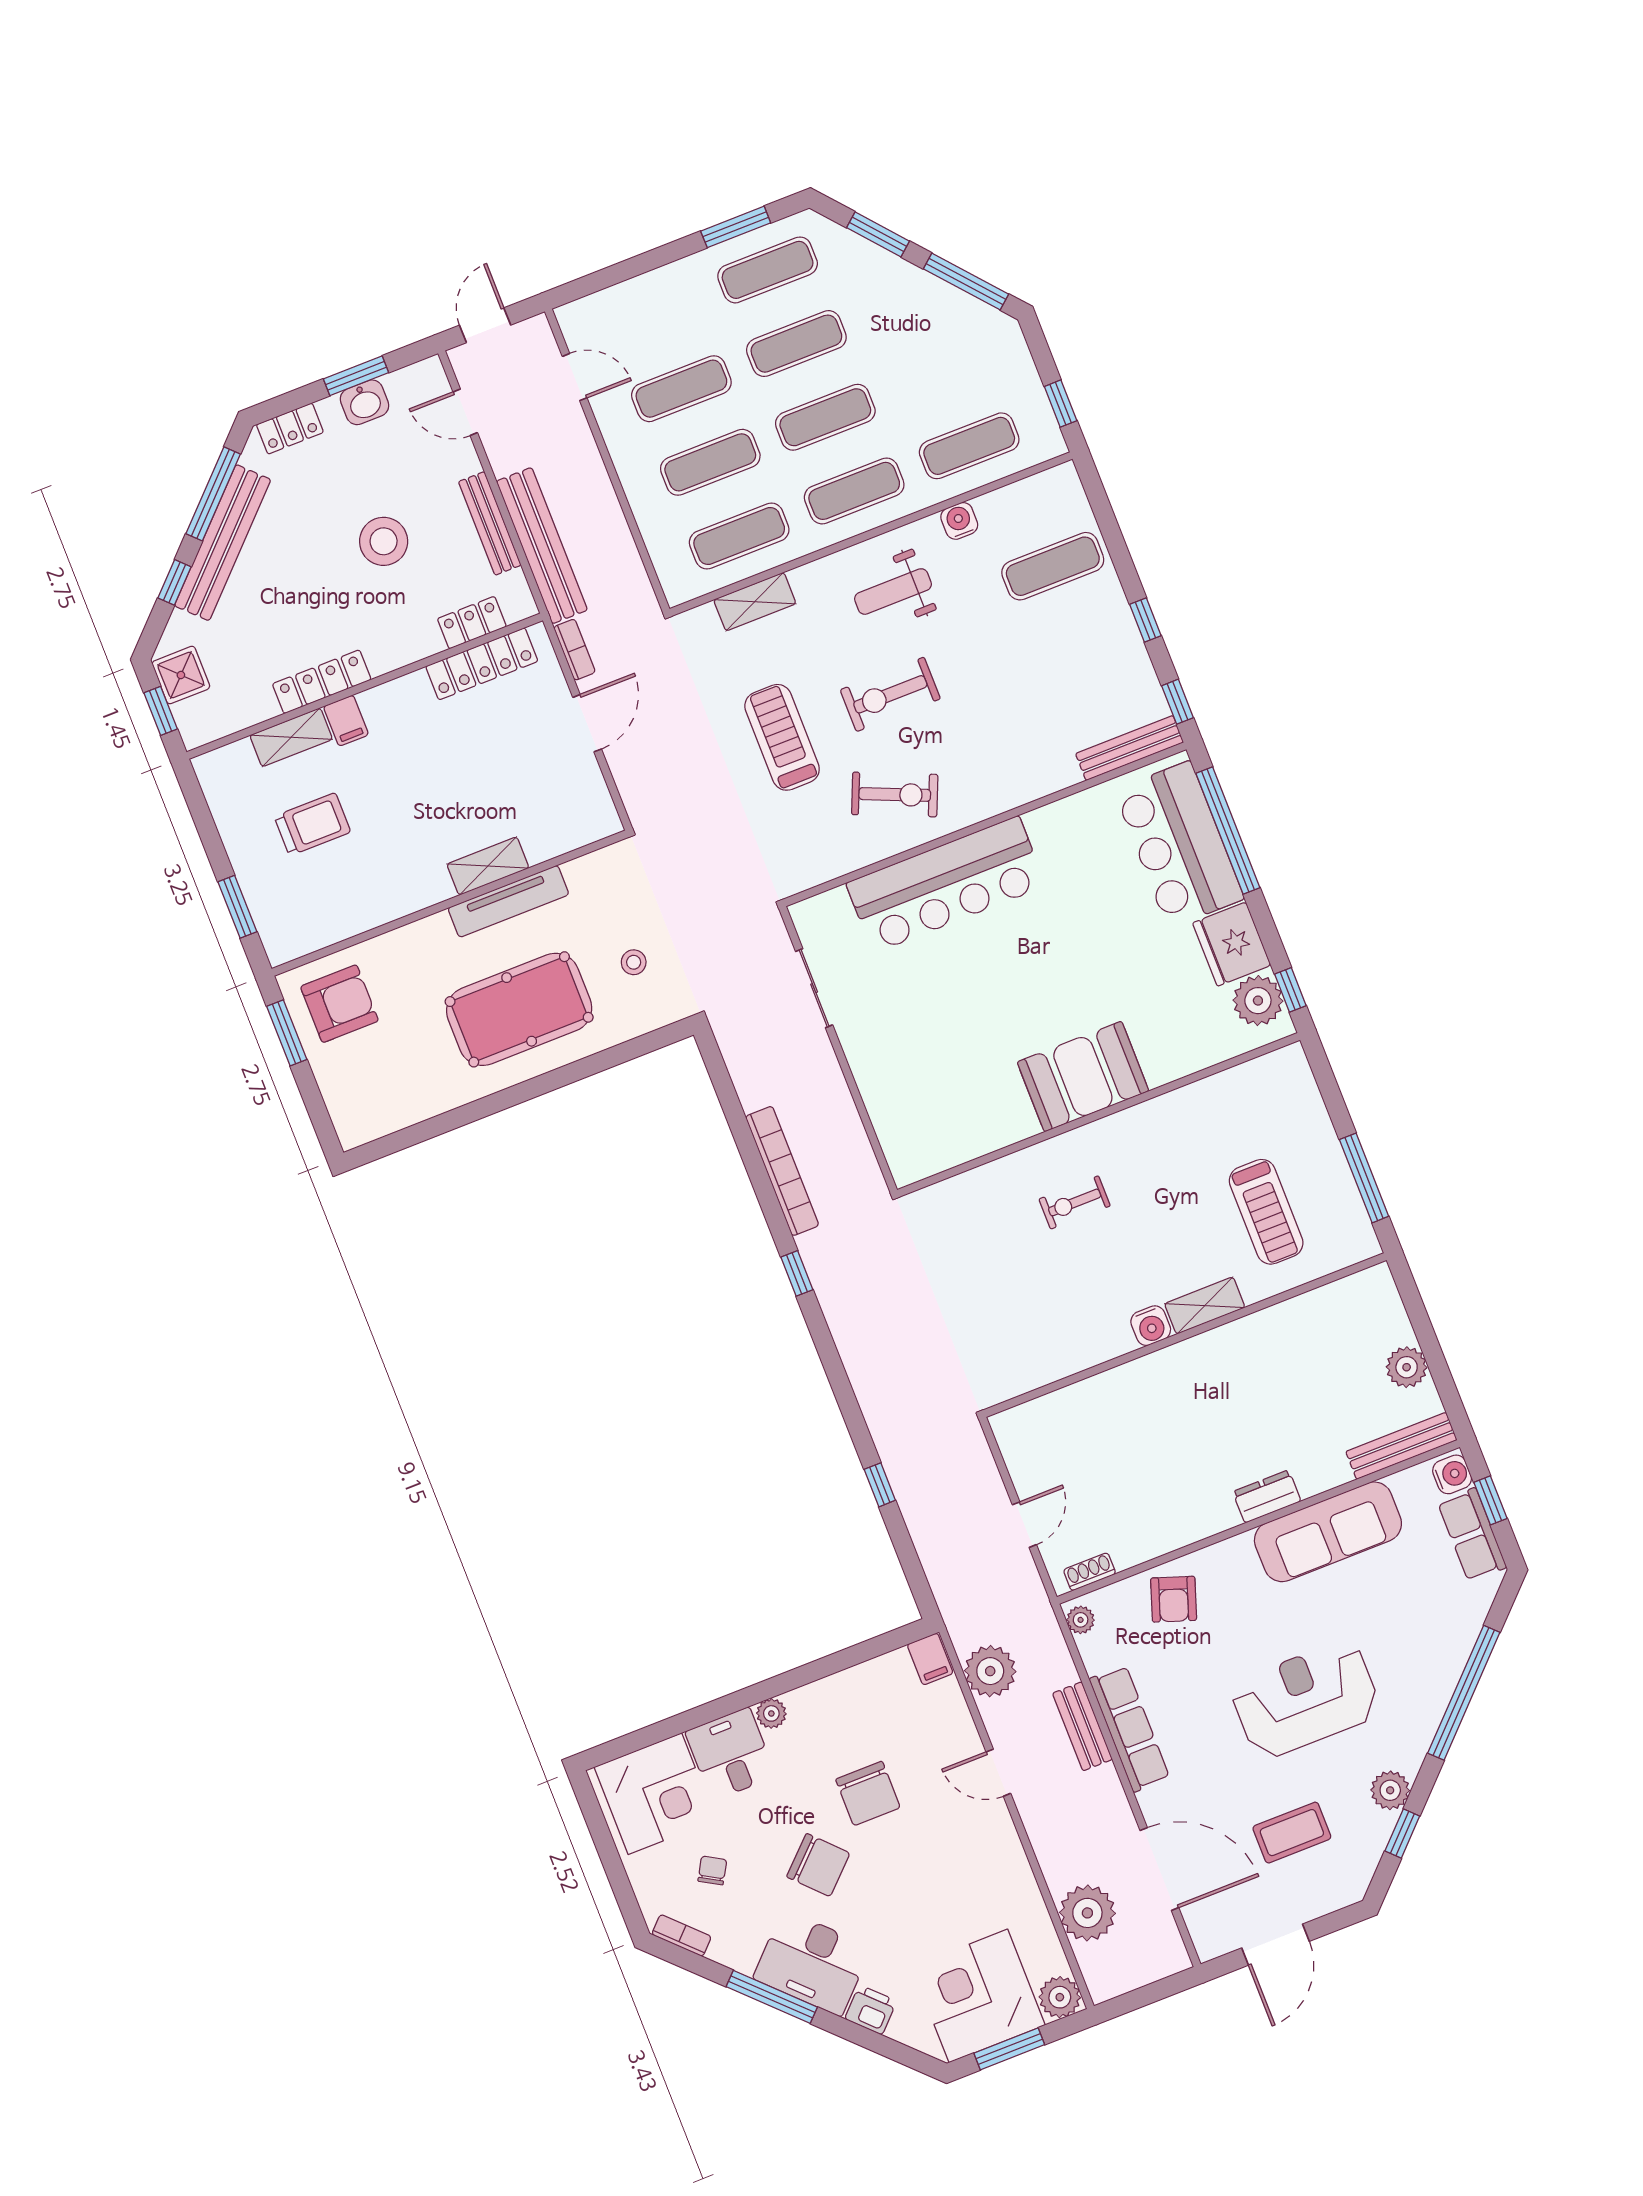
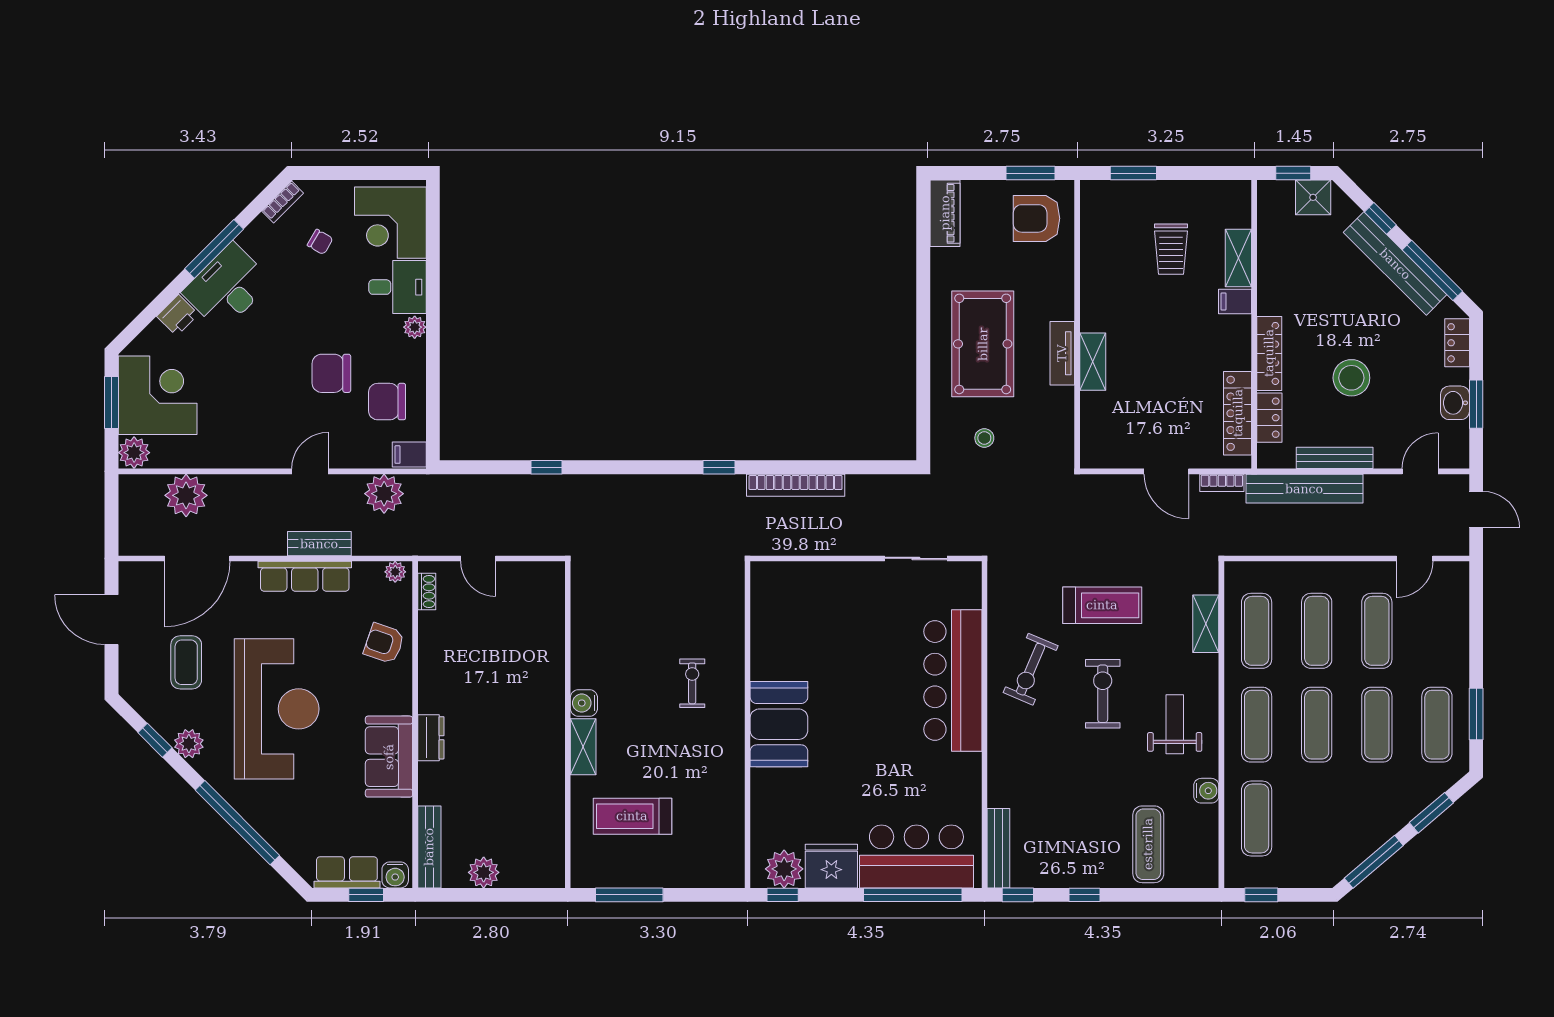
locker: (322, 682) -> (1269, 353), moved
tv unit: (508, 901) -> (1062, 353), width x0.71
armchair: (339, 1004) -> (1037, 218), turned 90
piano: (377, 1118) -> (945, 213), added
sofa: (1328, 1532) -> (389, 757), width x0.73
reception desk: (1305, 1699) -> (277, 709), width x1.36, depth x1.30
chair: (818, 1865) -> (387, 402), moved, turned 44

